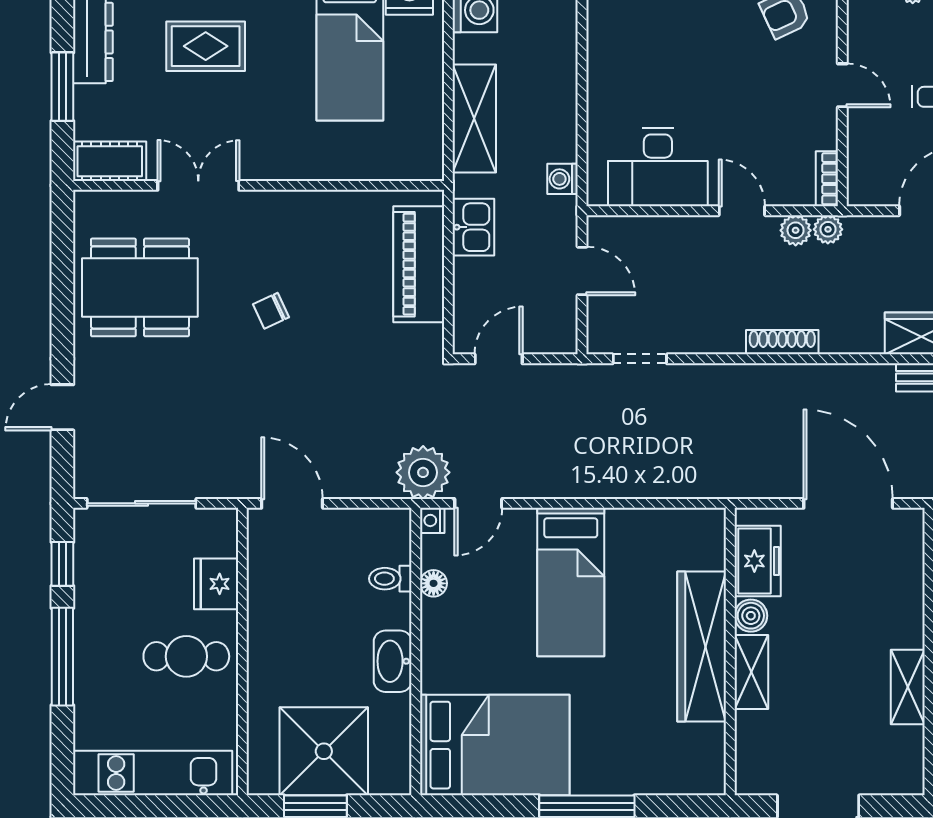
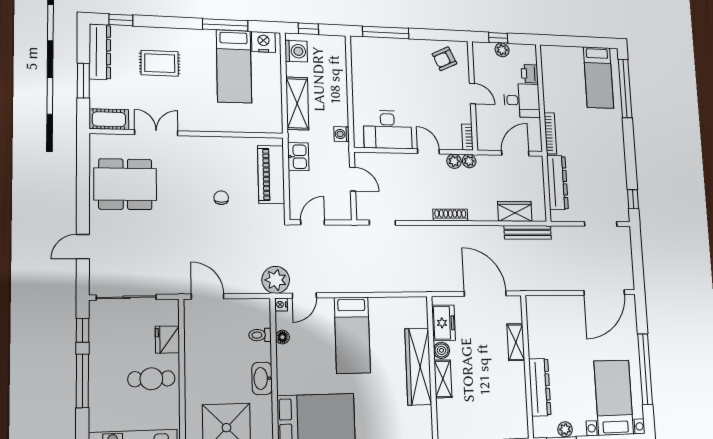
chair: (271, 311) -> (221, 198), moved, turned 115
shelving: (908, 687) -> (516, 342), moved

